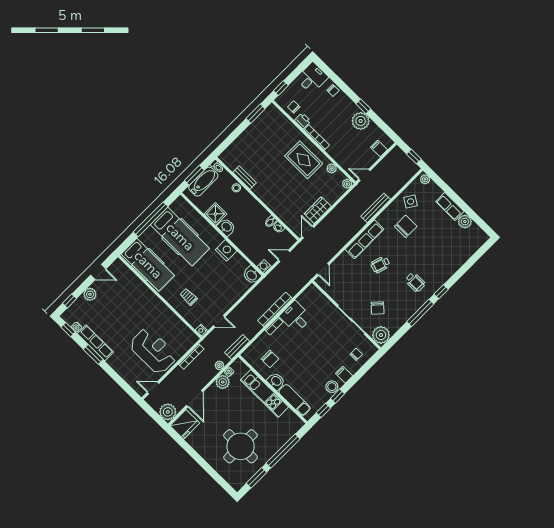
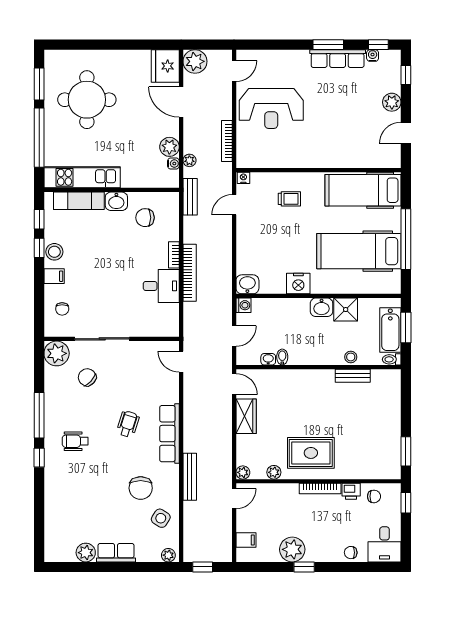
kitchen unit: (264, 393) -> (82, 177), moved

